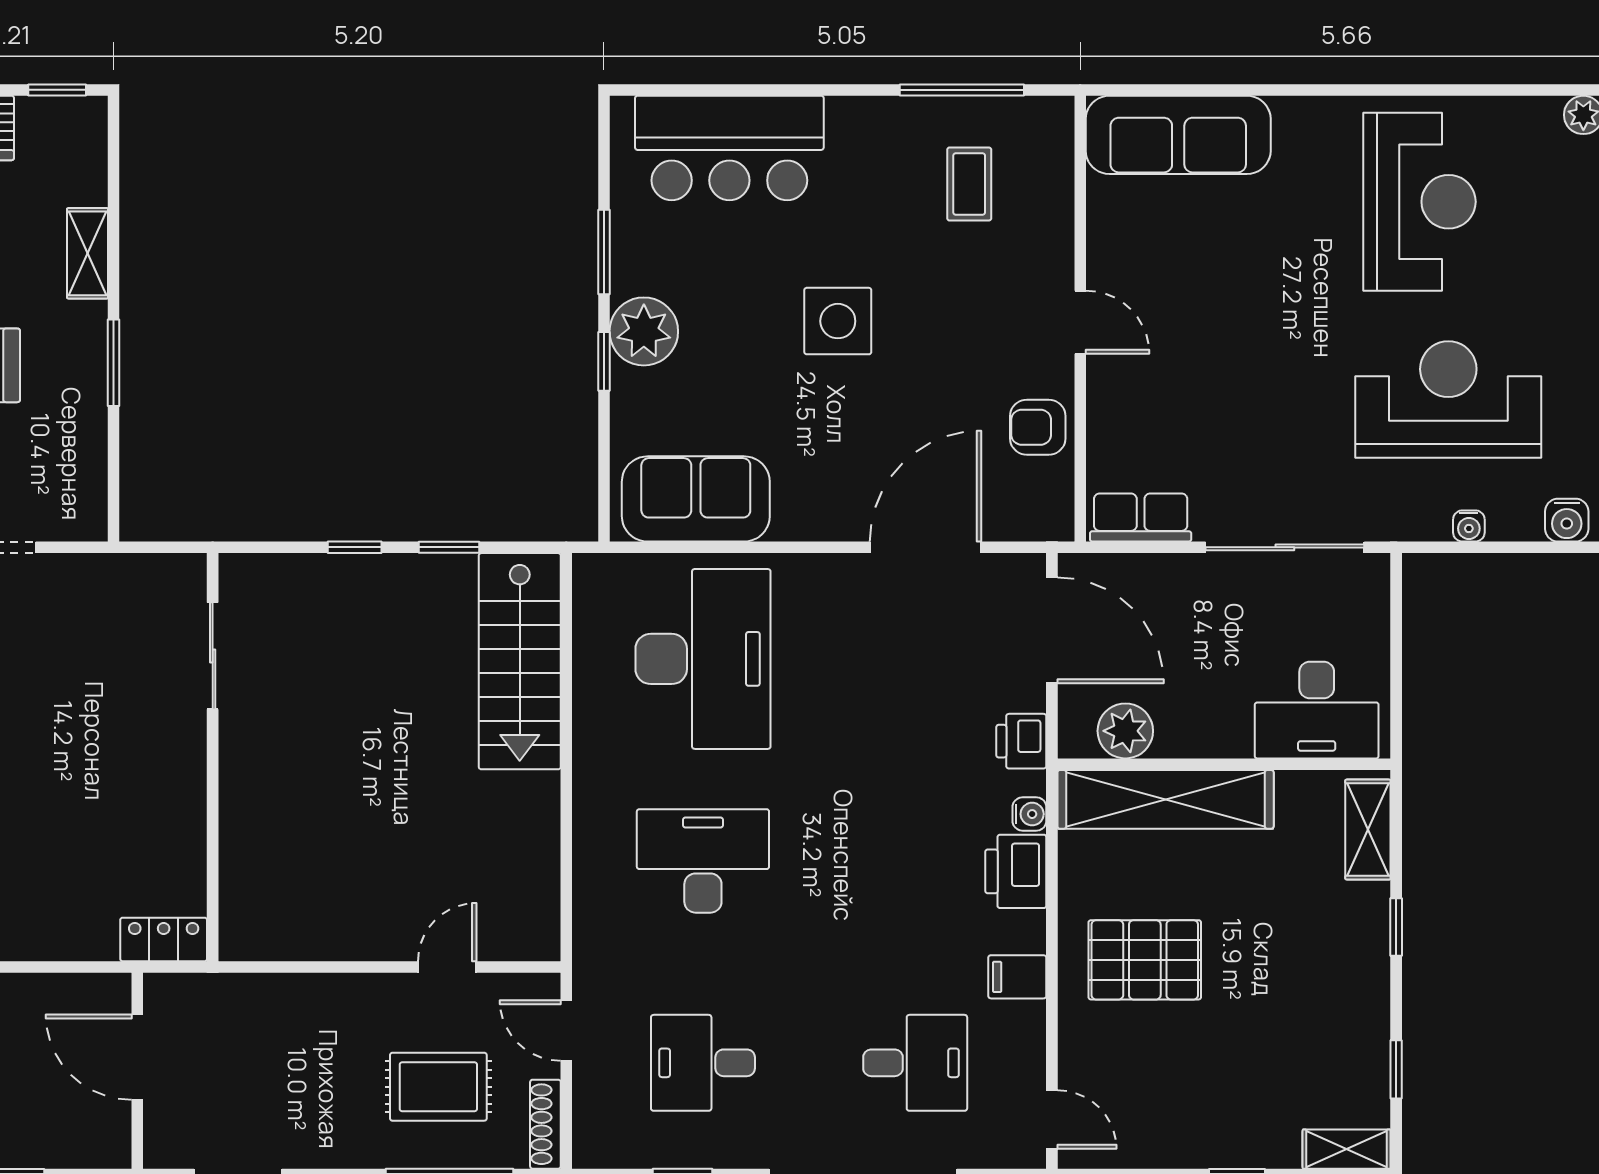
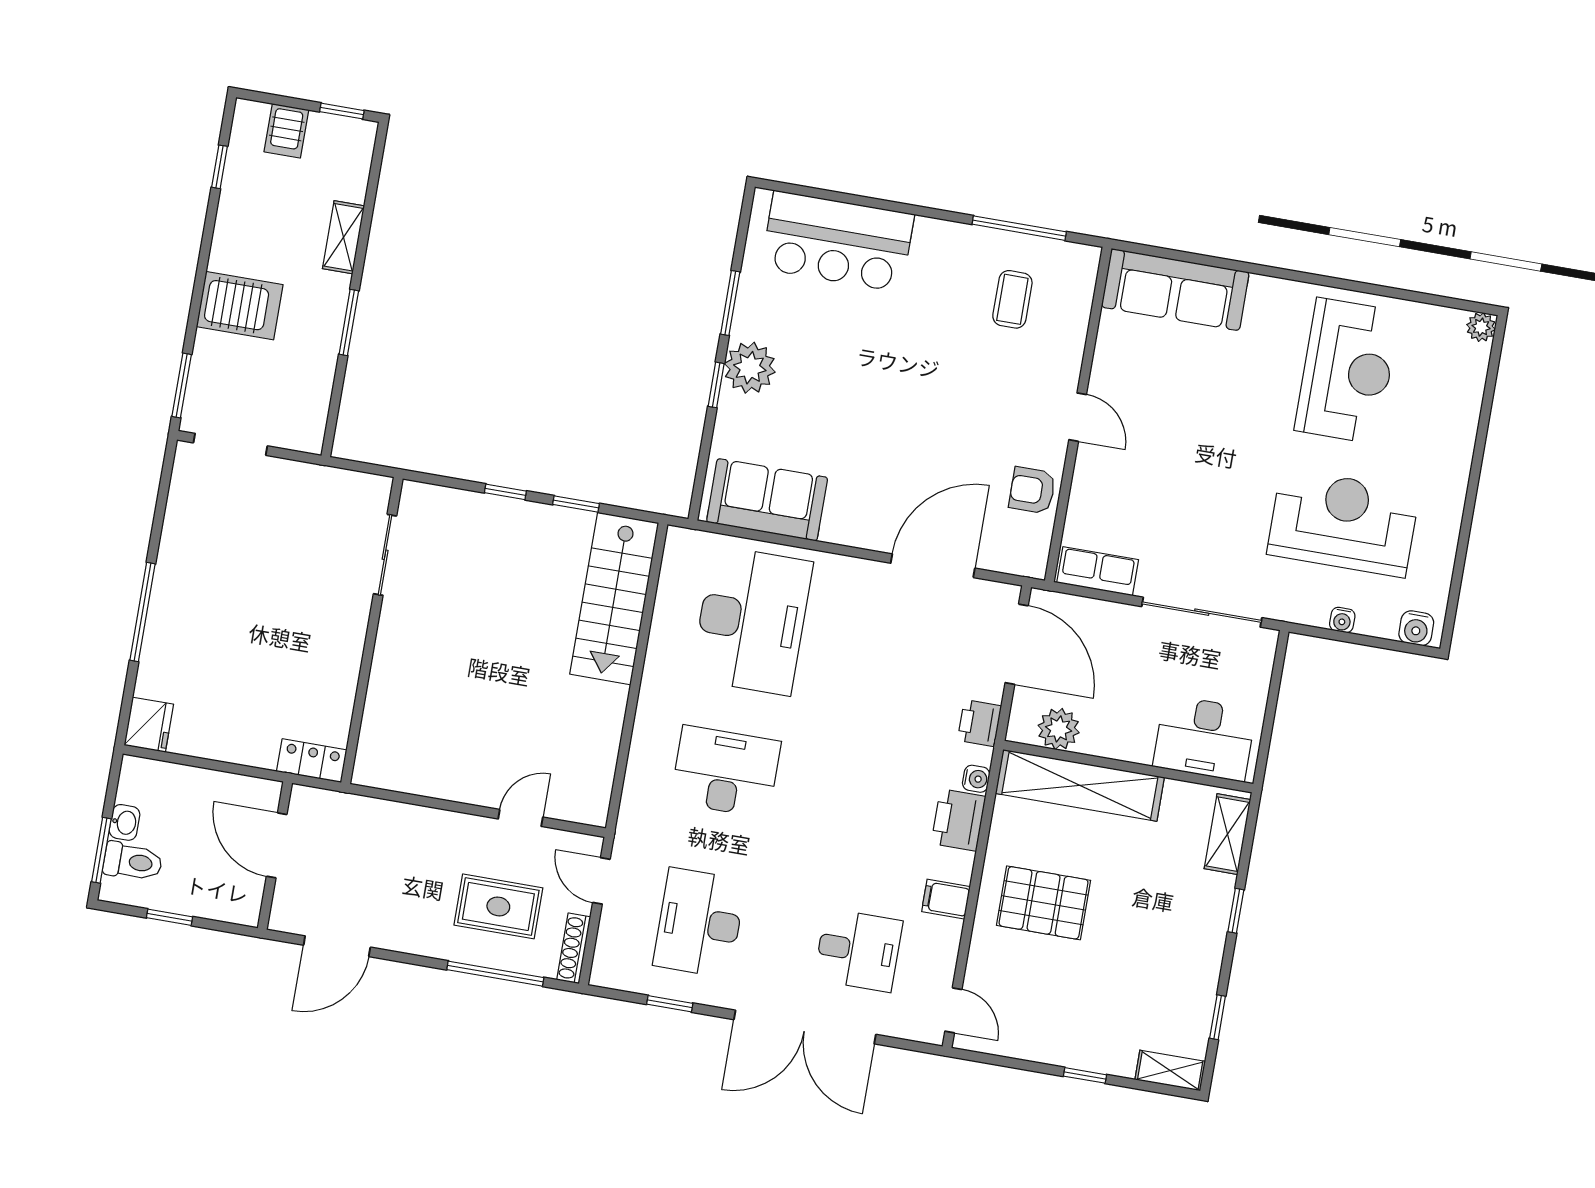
side table: (838, 321) -> (896, 385), removed
desk: (703, 1063) -> (700, 923), width x1.37

